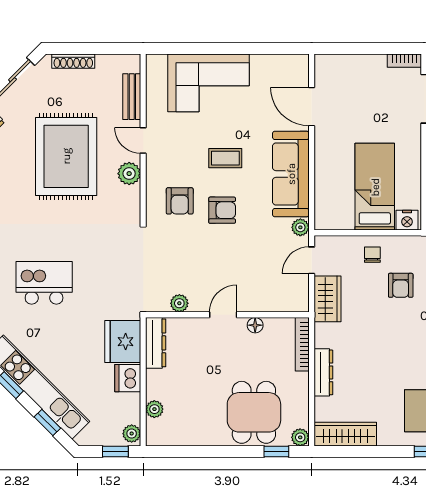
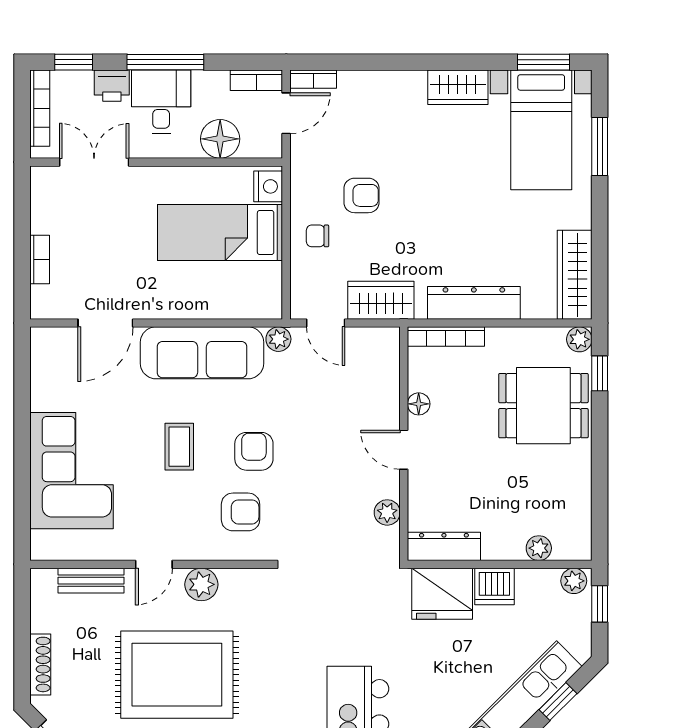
bookcase: (404, 61) -> (40, 260), moved
dresser: (323, 372) -> (474, 303), width x1.37, depth x1.24

